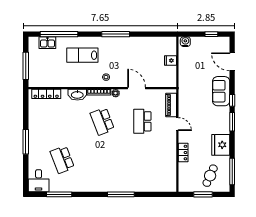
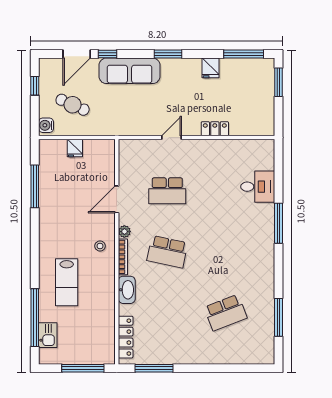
window: (116, 34) -> (35, 186), moved
sofa: (221, 91) -> (130, 71), width x1.36
window: (232, 100) -> (107, 54), moved
piano: (171, 105) -> (142, 147), removed
school desk: (102, 121) -> (167, 252), turned 33
window: (26, 142) -> (154, 368), moved
fridge: (221, 145) -> (211, 68), width x0.53, depth x0.75
cafe table: (210, 176) -> (73, 105), moved
desk: (39, 181) -> (258, 187), moved
window: (203, 194) -> (278, 82), moved

